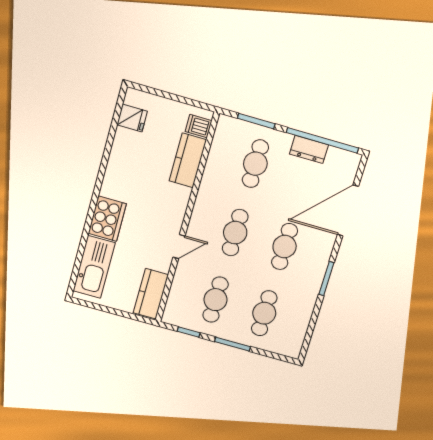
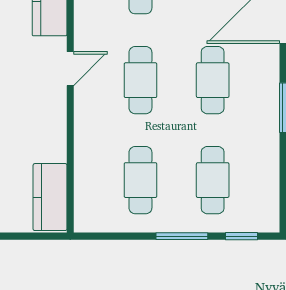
door: (179, 247) -> (70, 69), moved
window: (189, 332) -> (241, 236), moved

